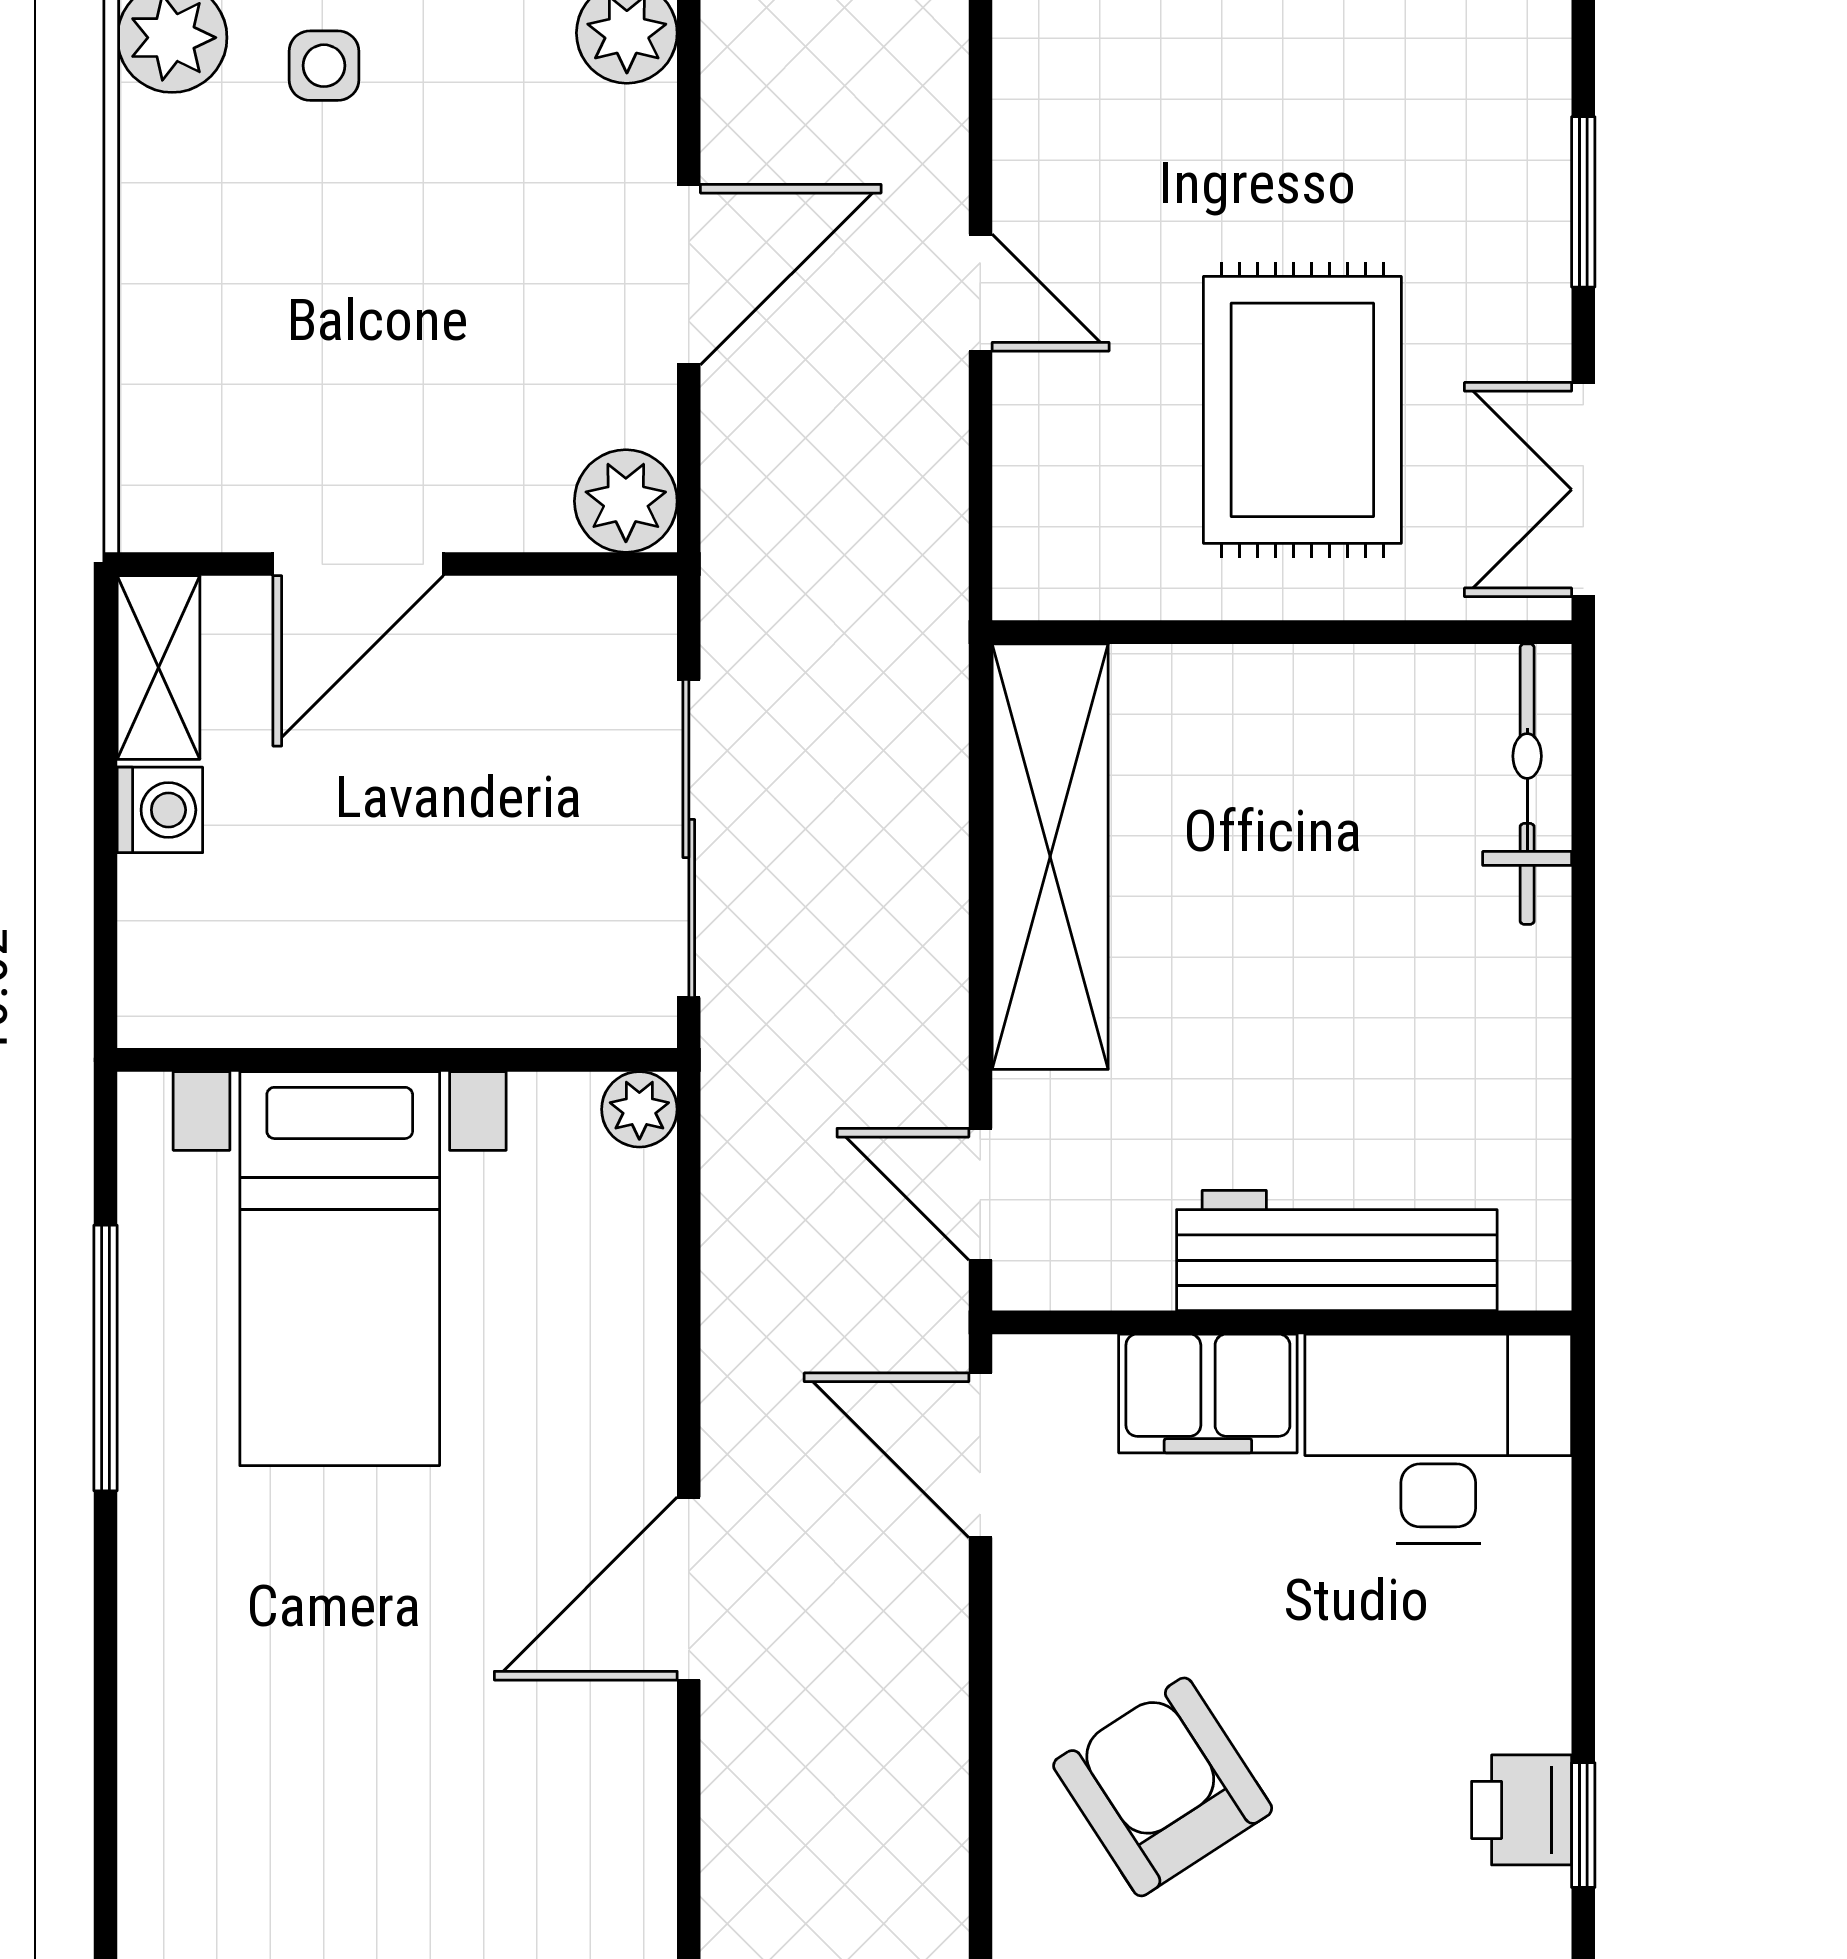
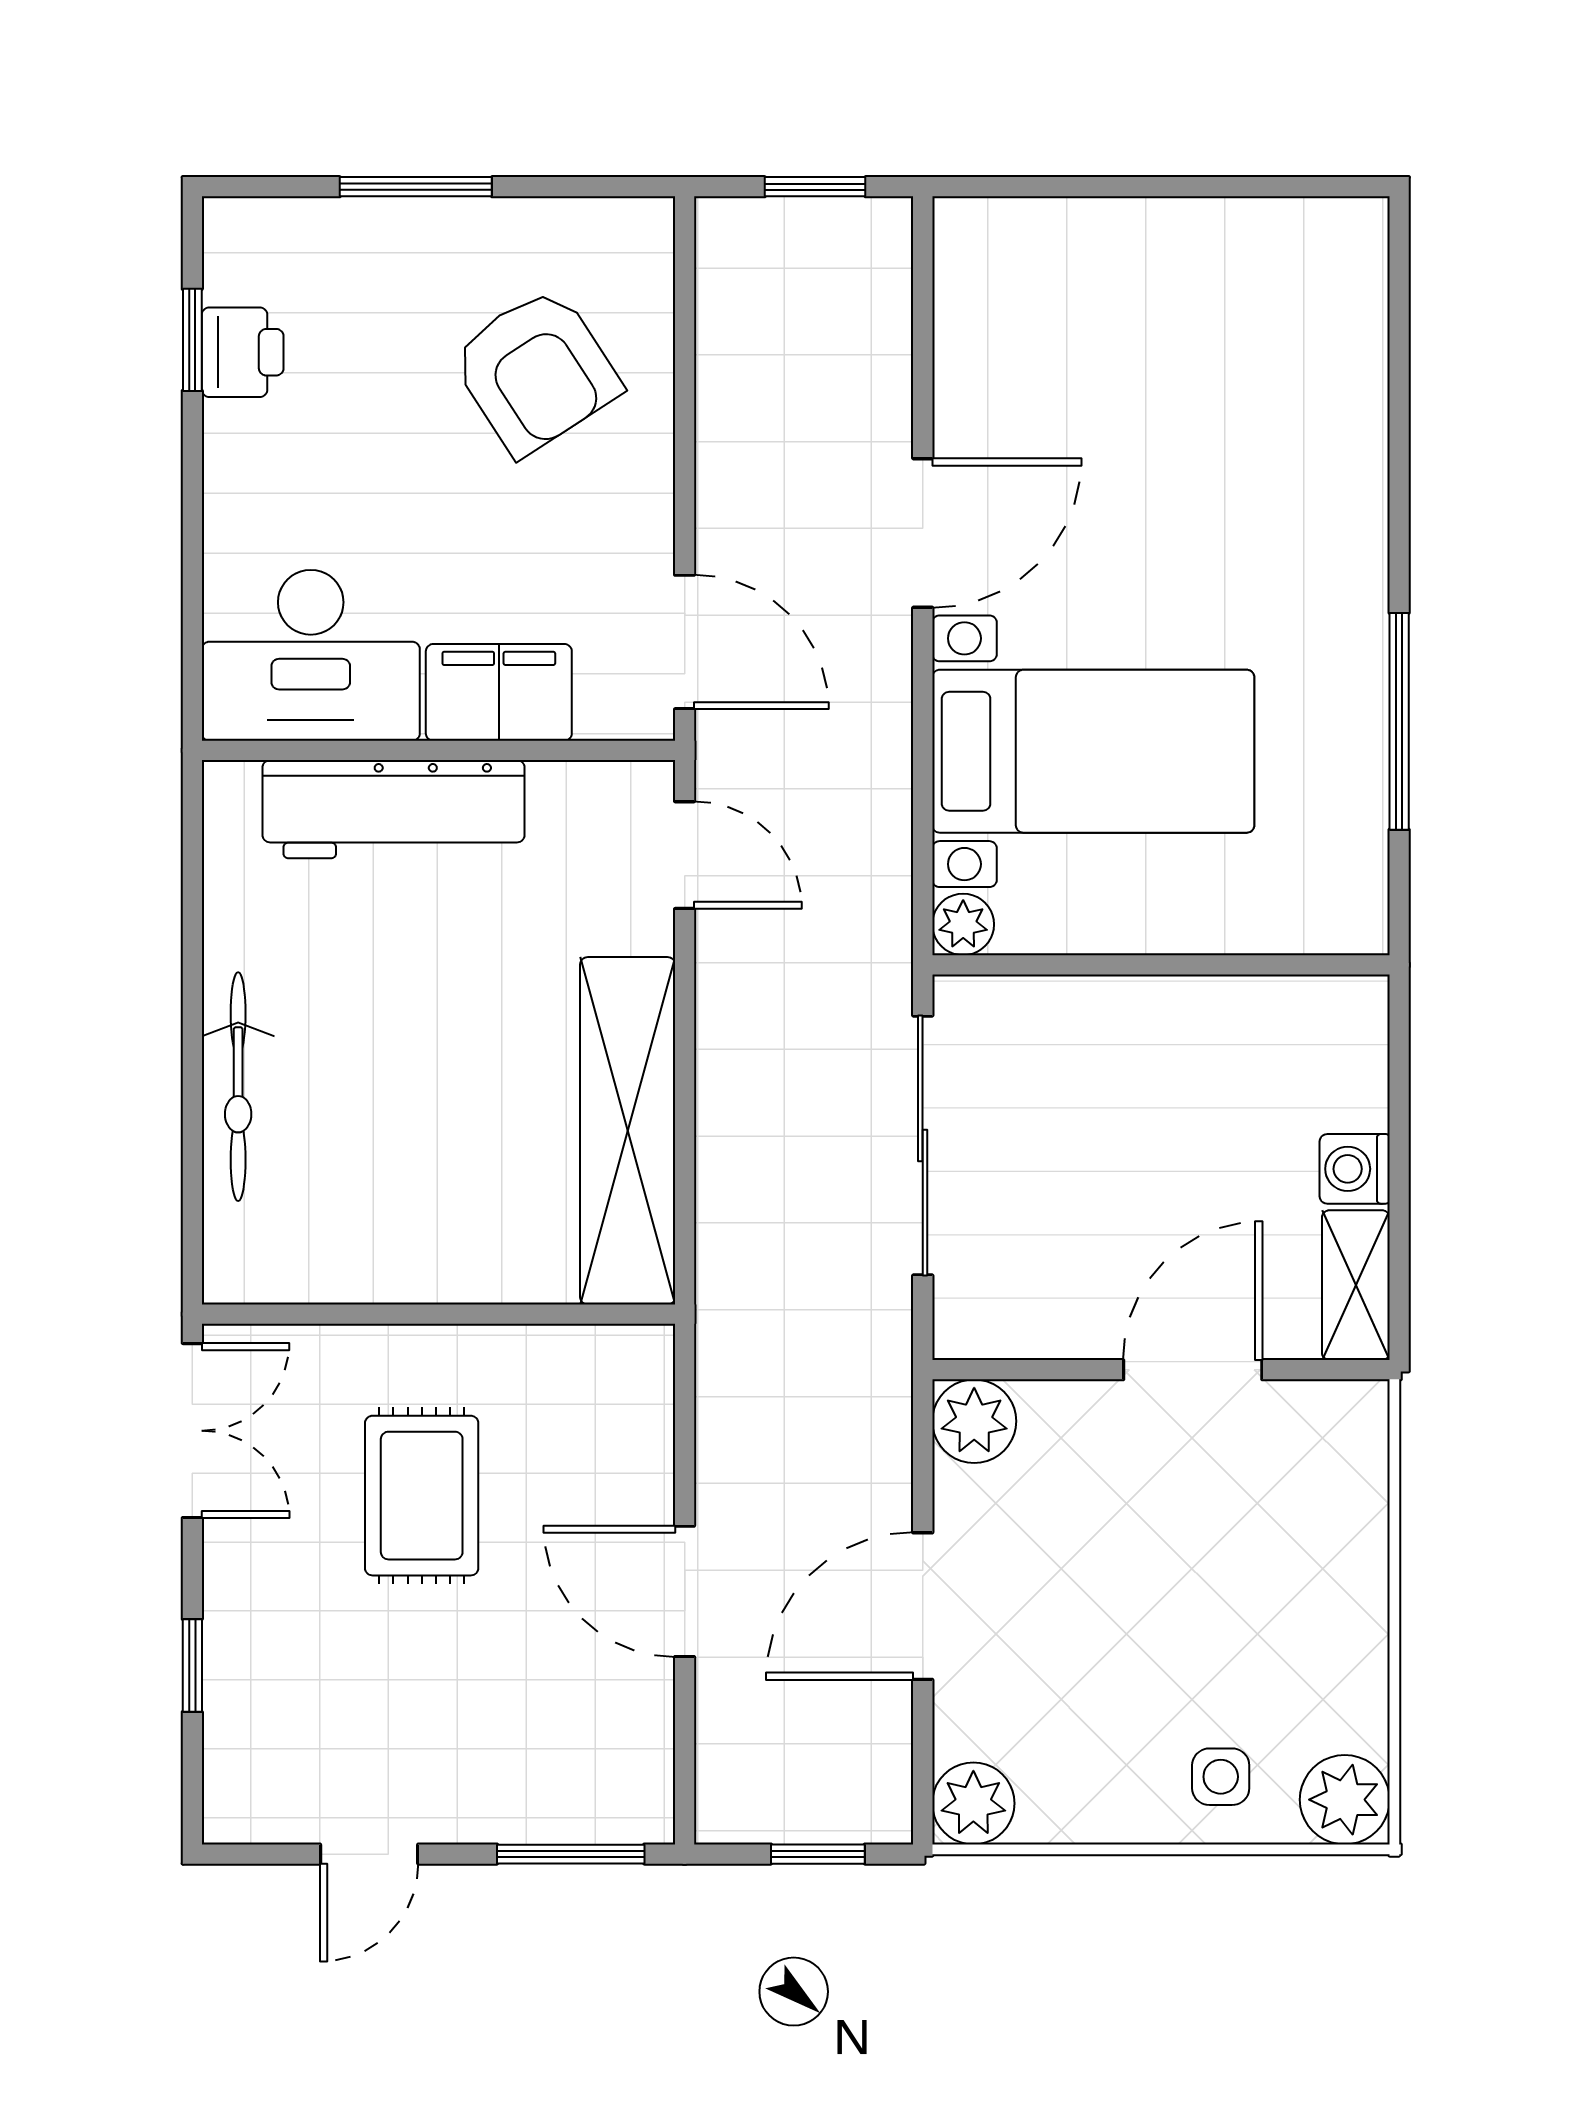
window: (1583, 202) -> (192, 1665), width x0.67
door: (980, 293) -> (685, 1591), width x1.38
rug: (1302, 410) -> (422, 1496), width x0.73, depth x0.70
bicycle: (1527, 784) -> (238, 1087), moved
bed with nightstands: (340, 1269) -> (1093, 751), moved, turned 90

